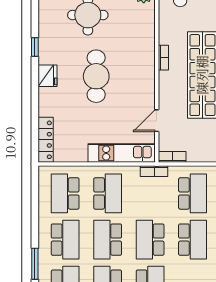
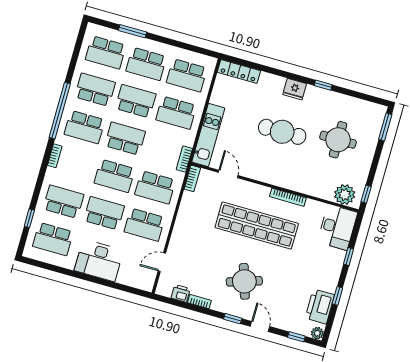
bookcase: (163, 58) -> (288, 197), width x1.56
school desk: (65, 193) -> (187, 75), turned 180

